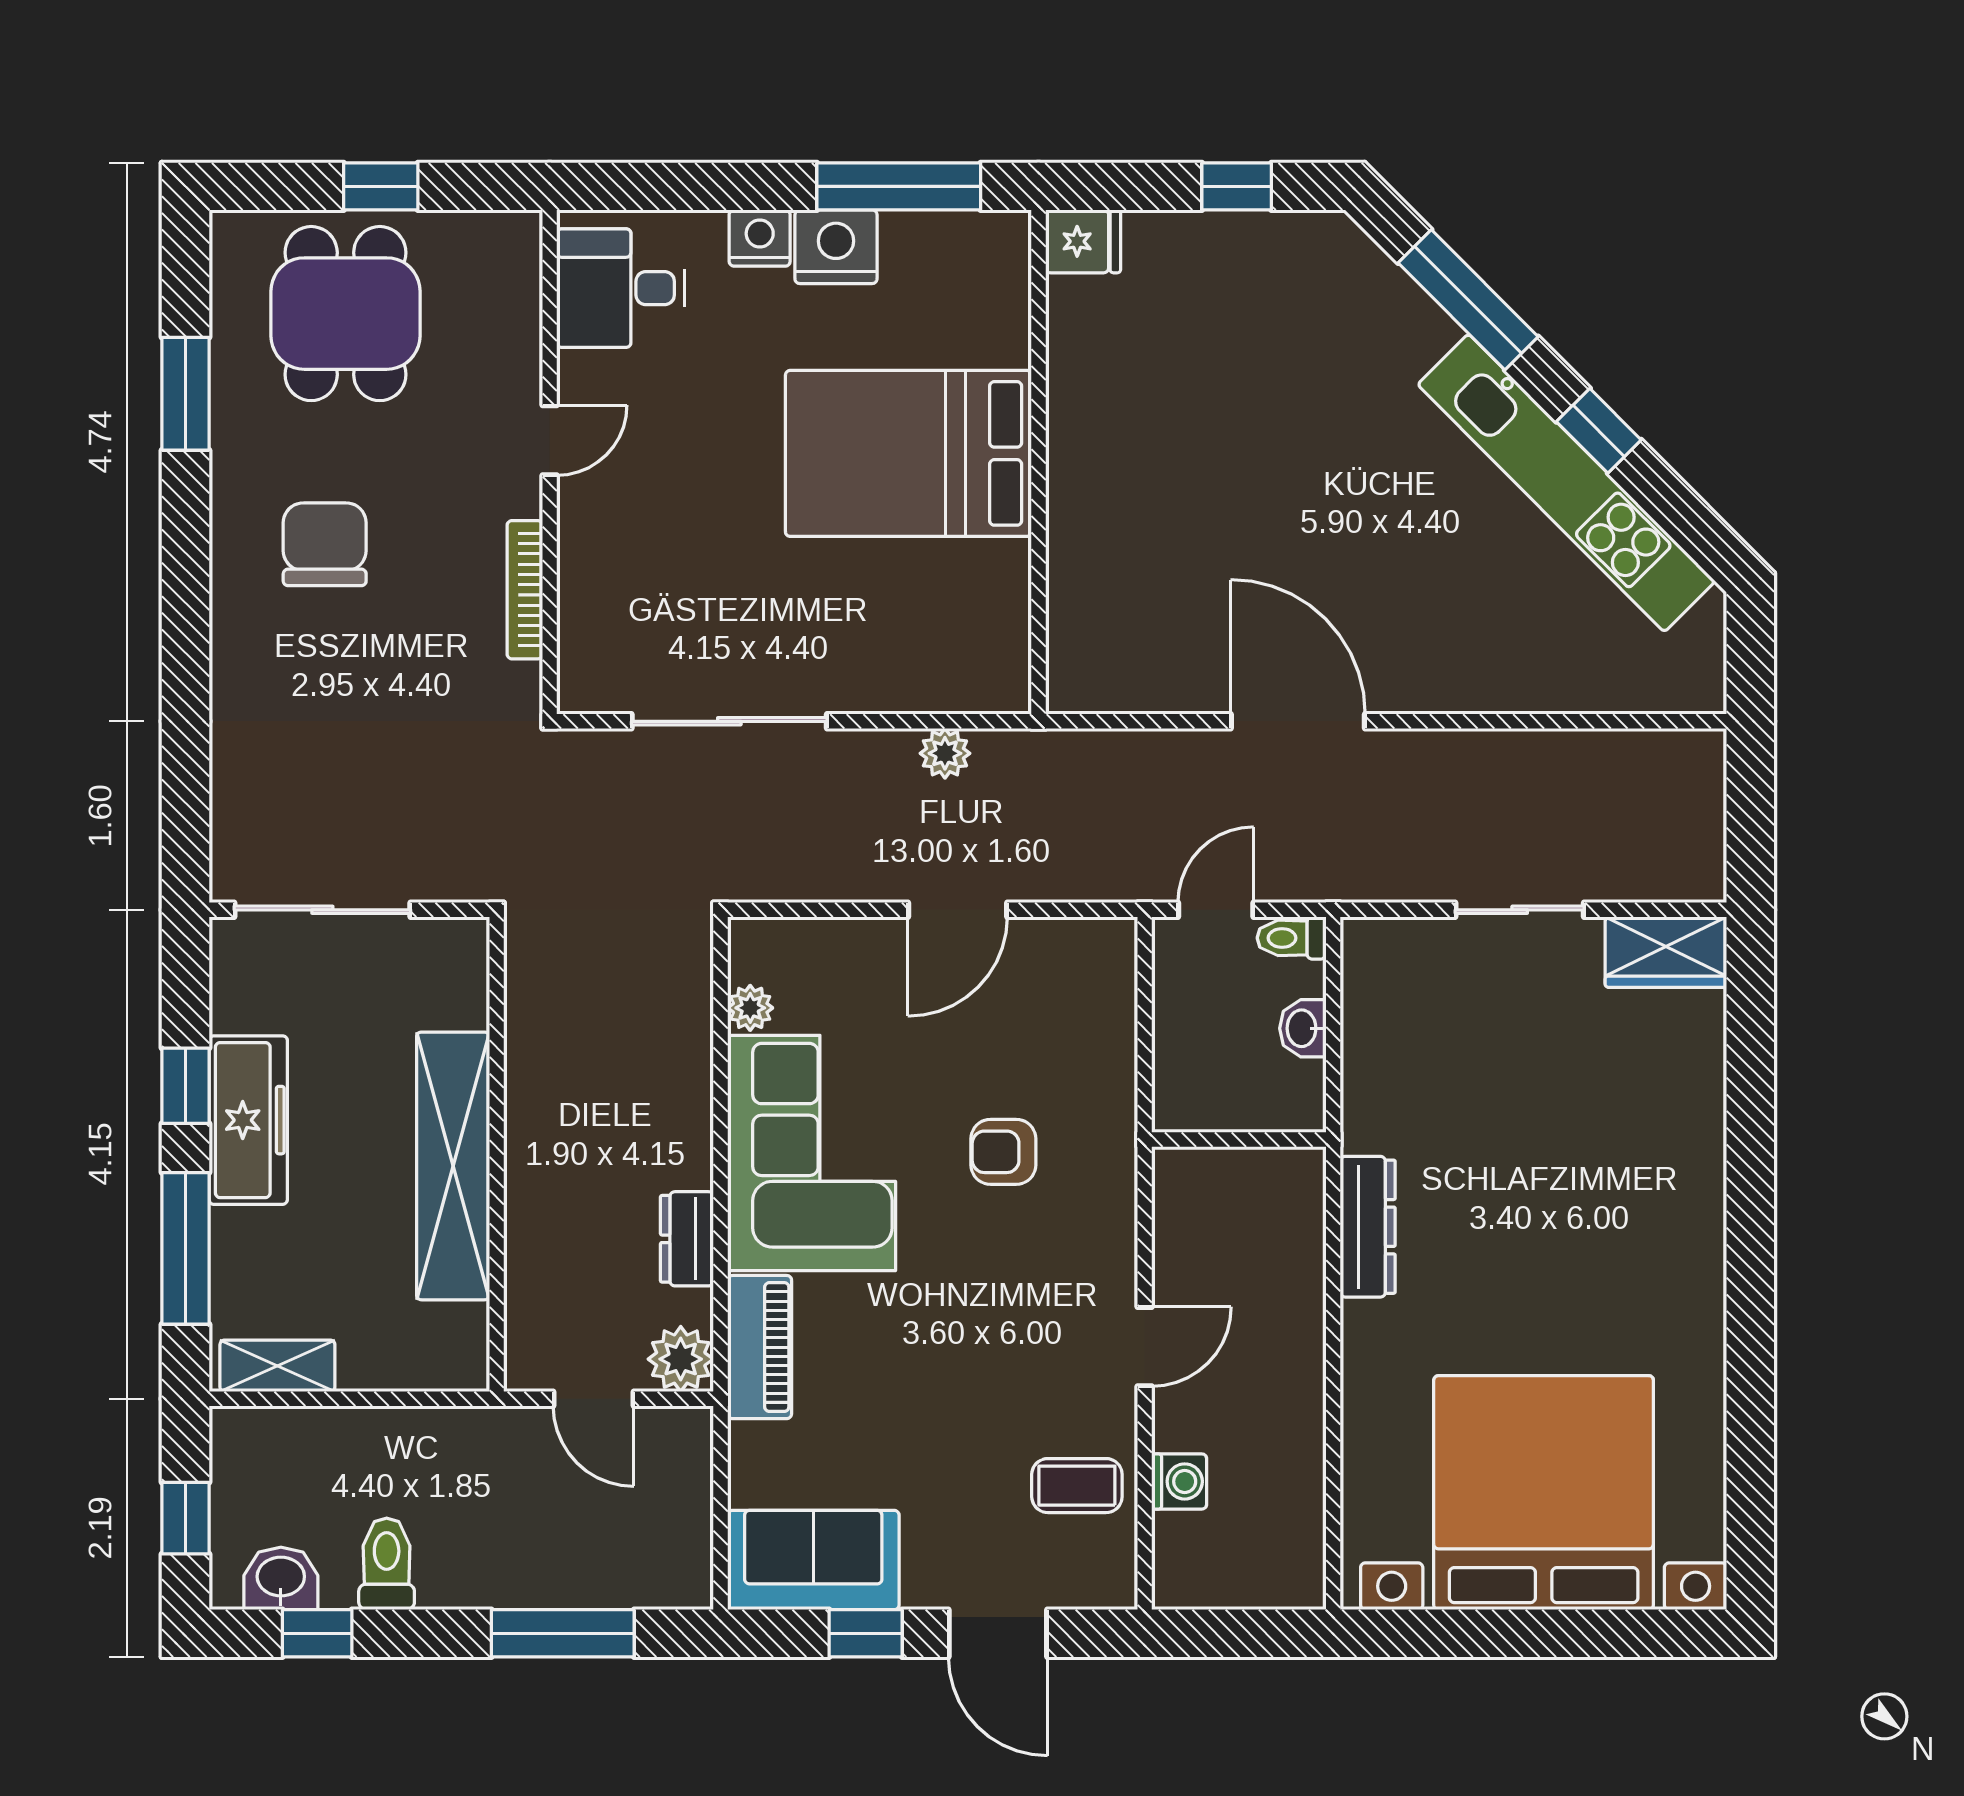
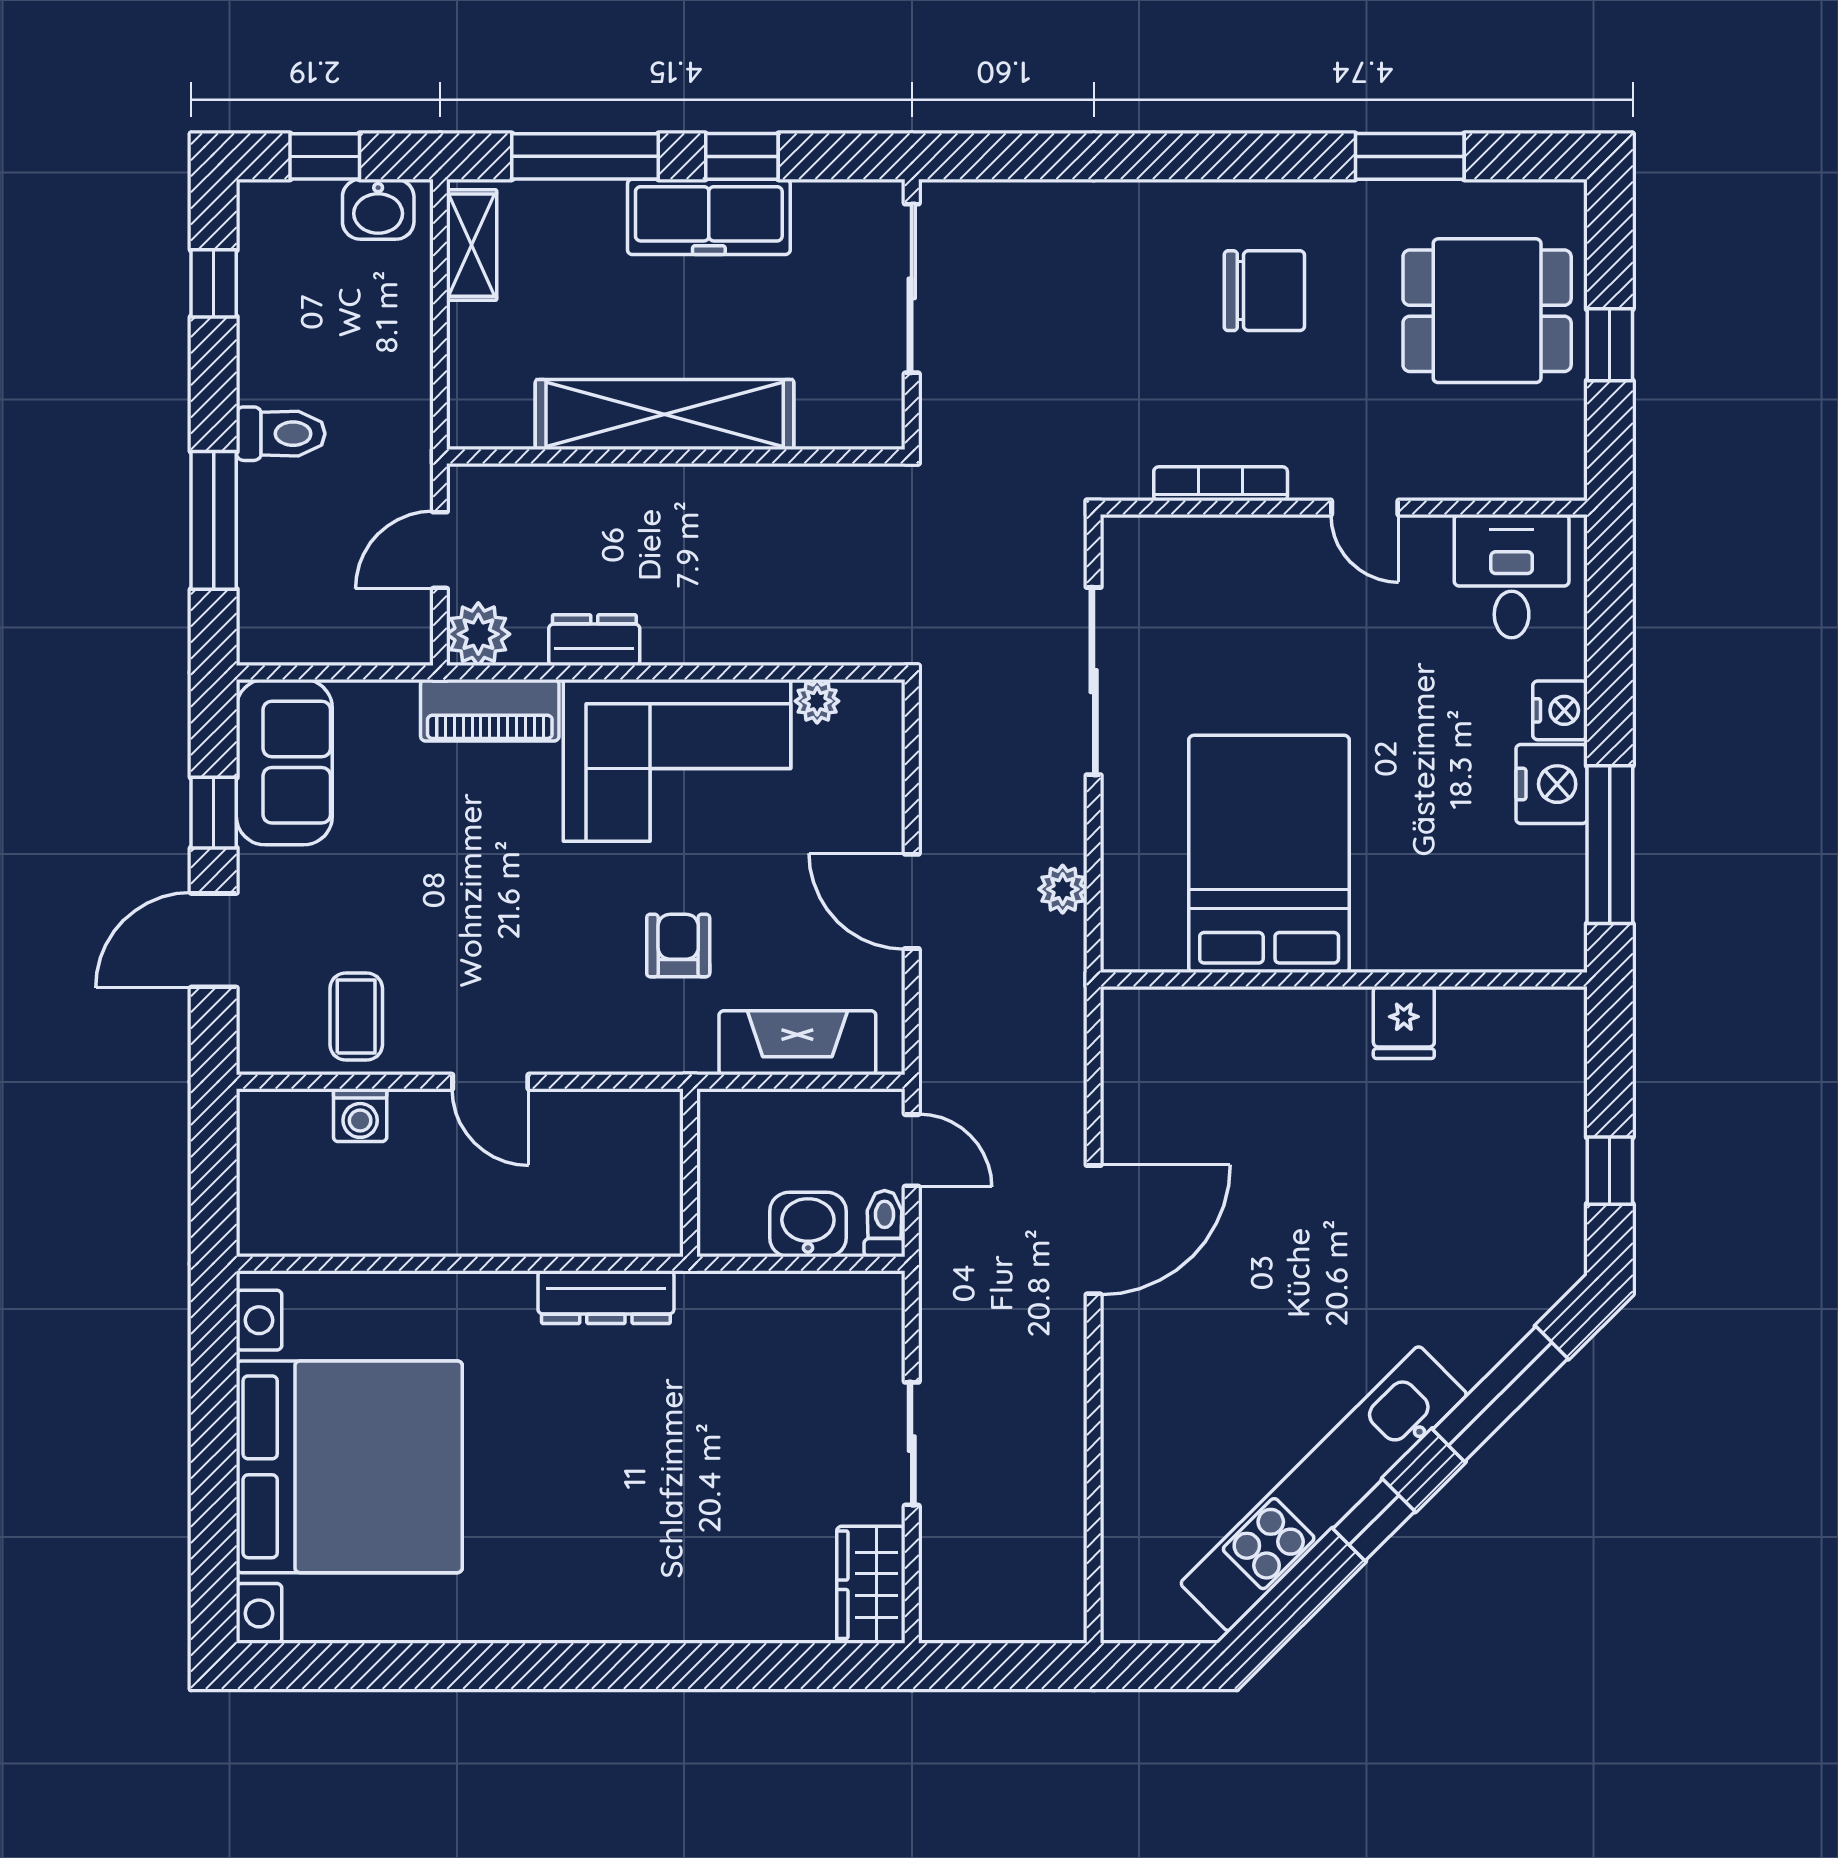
fridge: (1083, 241) -> (1404, 1022), moved
bed: (908, 453) -> (1269, 854), moved
fireplace: (1104, 1028) -> (797, 1043), added
washbasin: (1303, 1028) -> (808, 1225), width x1.38, depth x1.45
toilet: (387, 1564) -> (281, 434), moved
washbasin: (281, 1578) -> (378, 209), moved, turned 90

